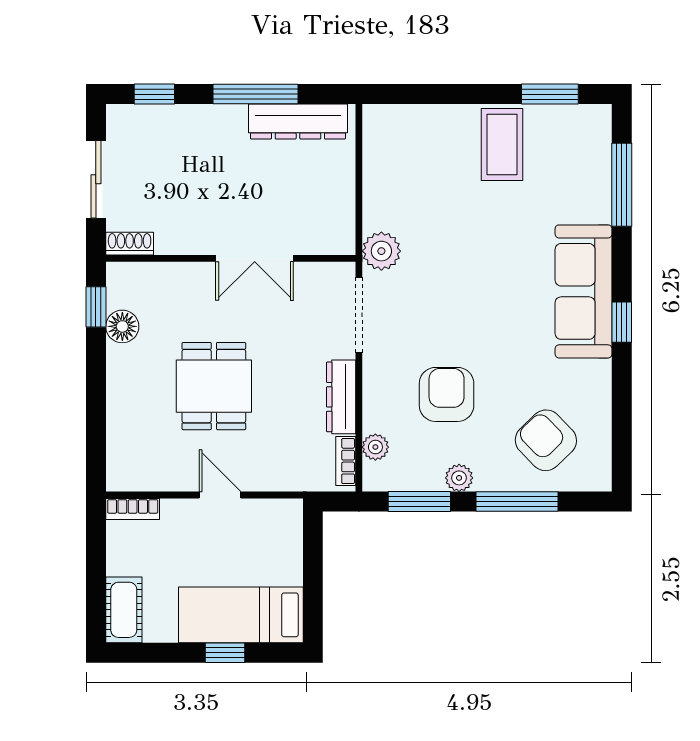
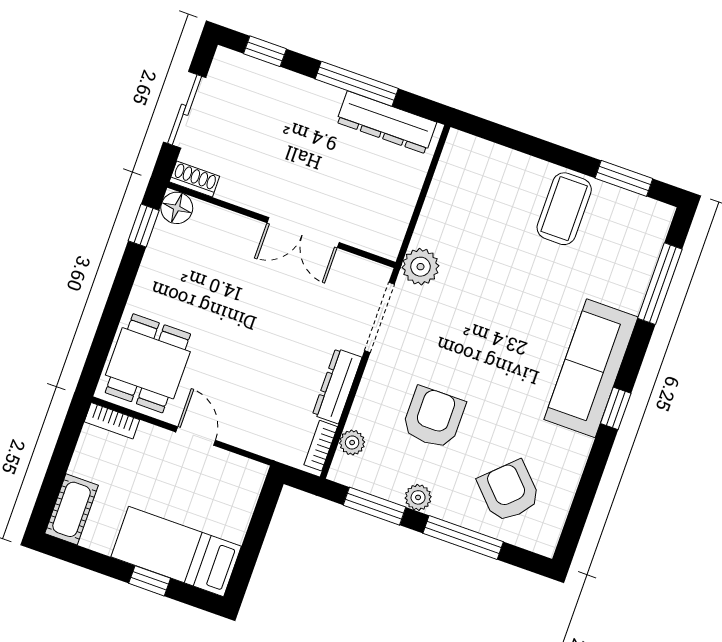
floor lamp: (122, 326) -> (177, 208), moved
dining table: (214, 386) -> (148, 363), moved

